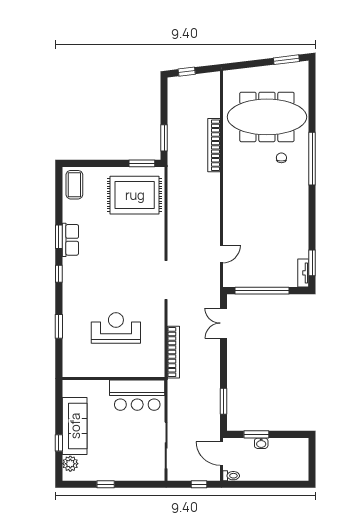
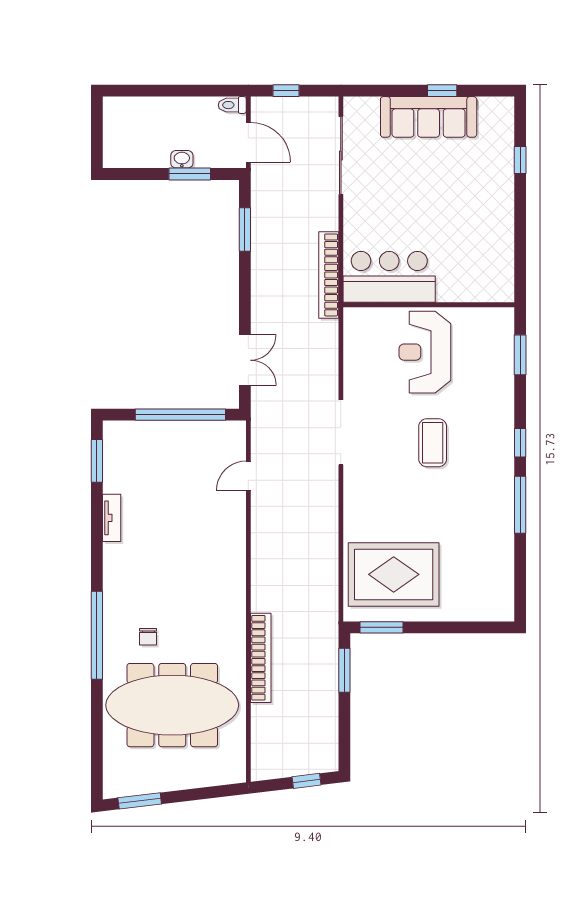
coffee table: (74, 185) -> (433, 443), moved
window: (59, 237) -> (520, 505), width x1.44
row of seats: (70, 240) -> (501, 500), removed
tv unit: (303, 273) -> (112, 518), moved
reception desk: (116, 328) -> (425, 352), turned 90
bookcase: (173, 352) -> (329, 275), moved
wall: (114, 378) -> (429, 305), moved
bar counter: (137, 395) -> (389, 277), moved
sofa: (75, 426) -> (429, 117), moved, turned -90
plant: (70, 464) -> (501, 125), removed

